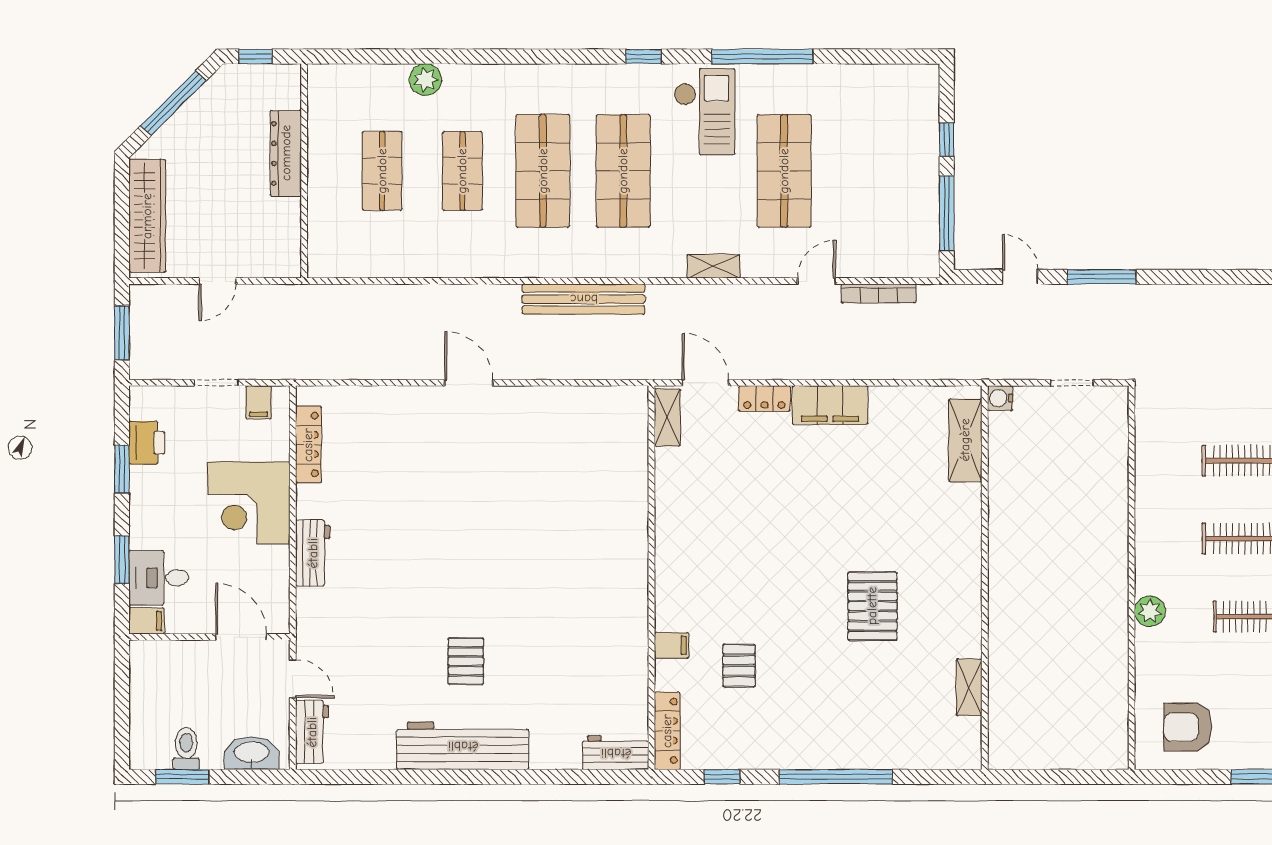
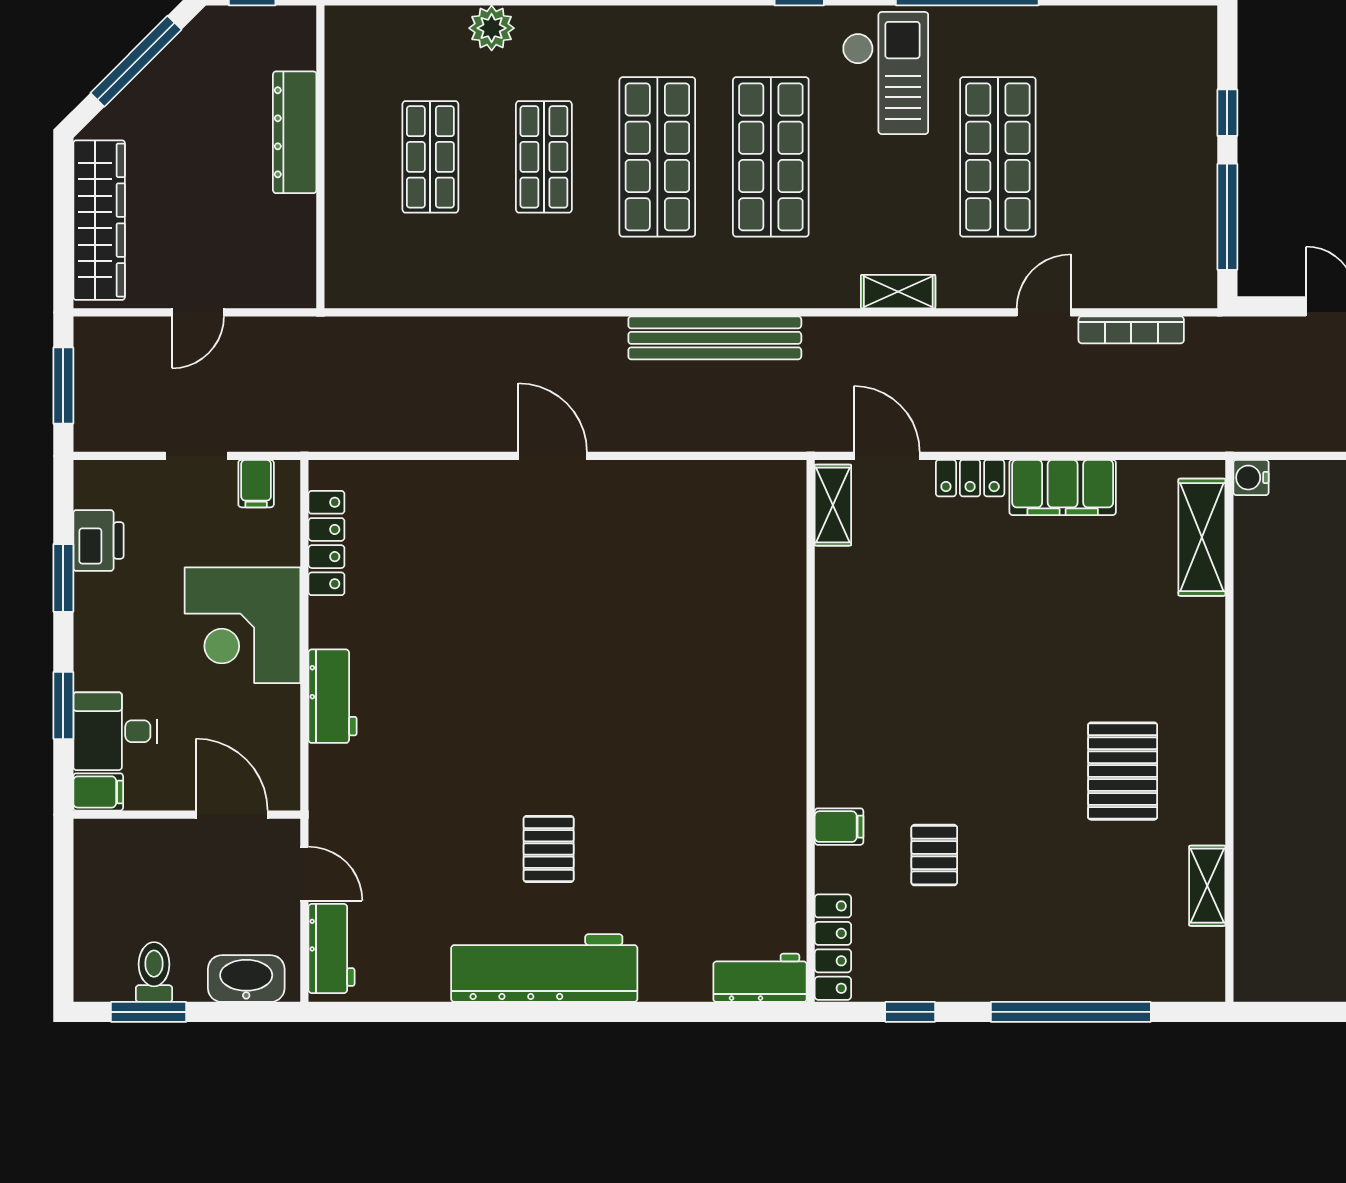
water cooler: (1000, 398) -> (1251, 478), moved
shelving: (965, 440) -> (1202, 537), moved
wall: (985, 578) -> (1229, 731), moved
shelving: (969, 687) -> (1207, 886), moved

